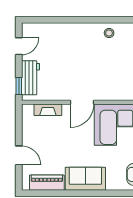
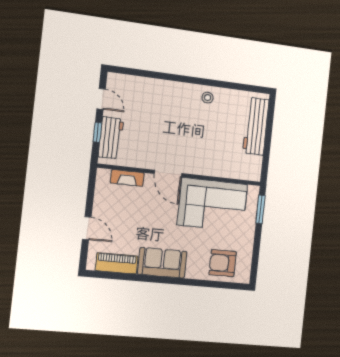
door: (19, 46) -> (101, 99), hinge flipped
window: (19, 86) -> (97, 132), moved
door: (82, 102) -> (168, 174), hinge flipped

